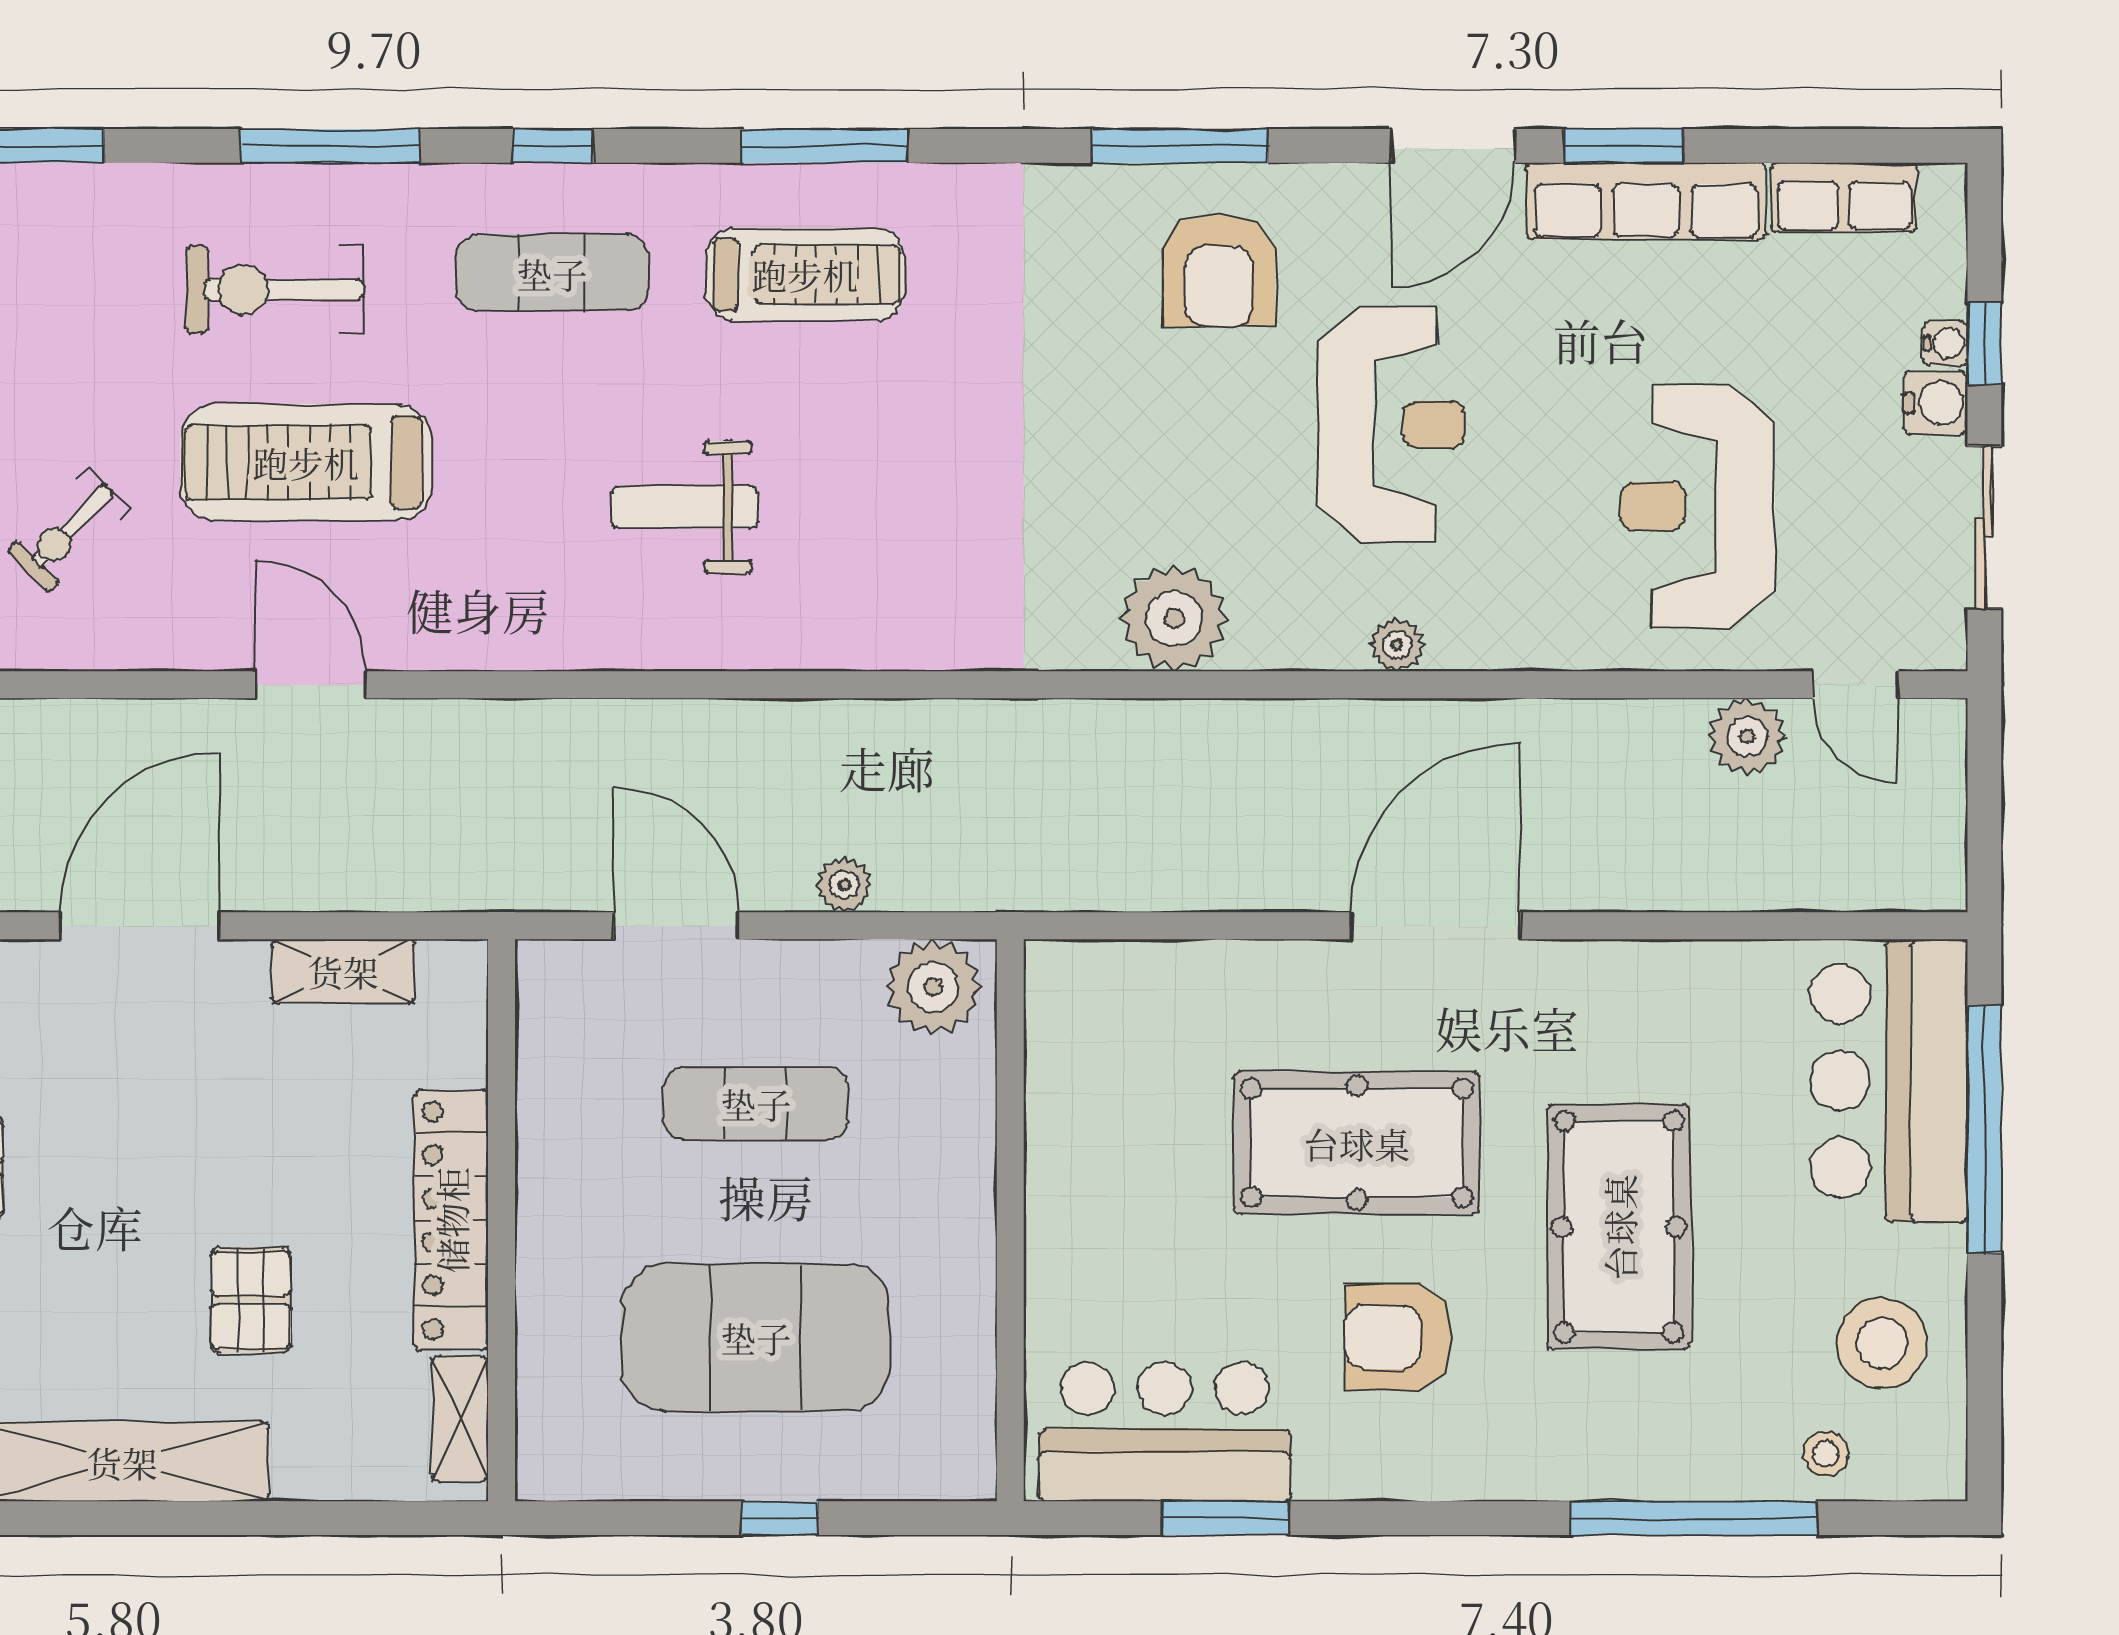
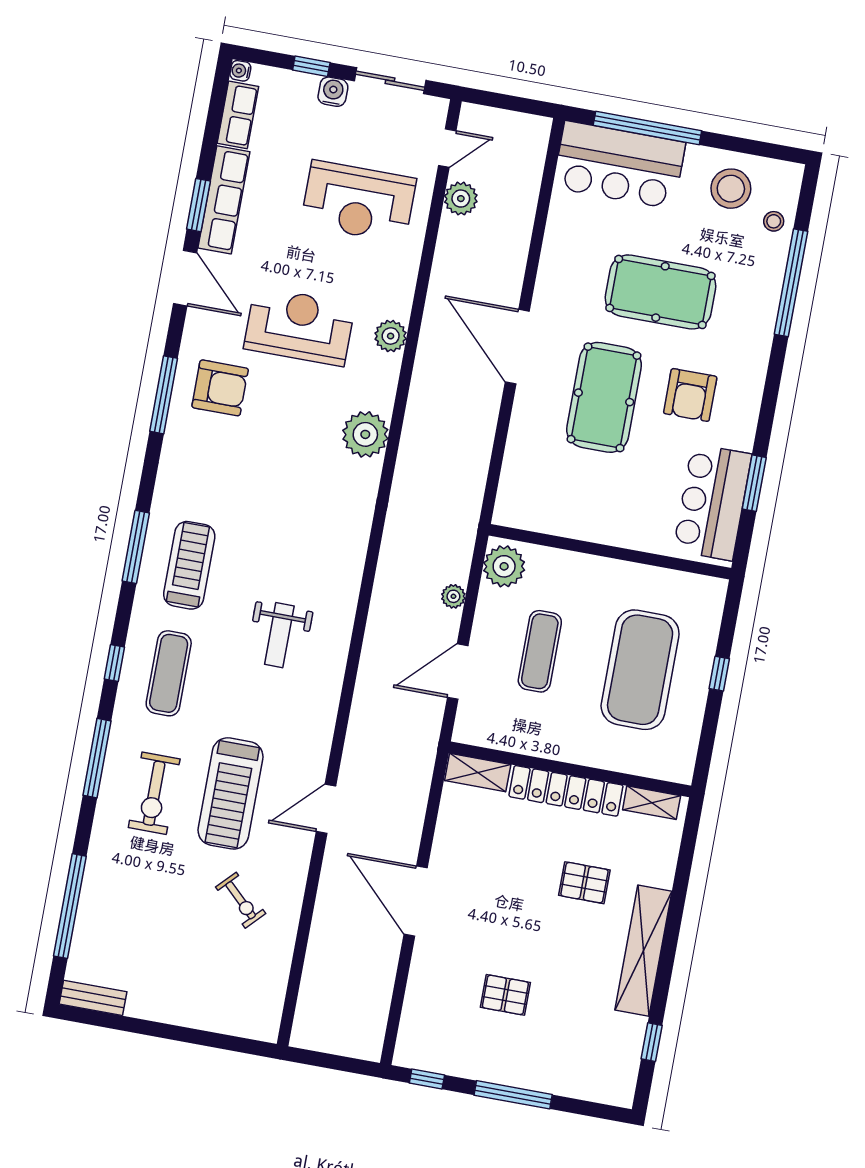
water cooler: (1945, 343) -> (240, 71), moved, turned -90
plant: (1397, 645) -> (391, 336), width x1.38, depth x1.38
shelving: (343, 971) -> (478, 773), moved, turned 90

